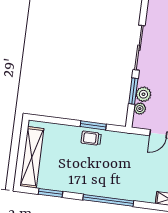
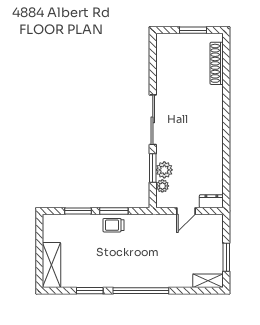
window: (61, 121) -> (78, 211), added
shelving: (32, 157) -> (51, 265), width x0.68
window: (50, 193) -> (90, 291), moved

